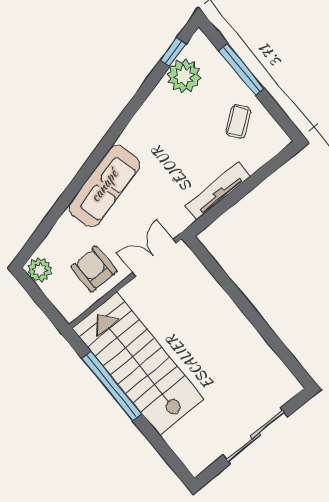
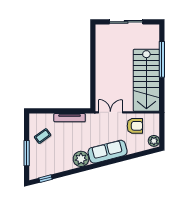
plant: (184, 76) -> (81, 159), moved
double door: (155, 258) -> (110, 112), swing flipped
armchair: (94, 269) -> (135, 126), turned -90
window: (112, 386) -> (162, 59), moved

